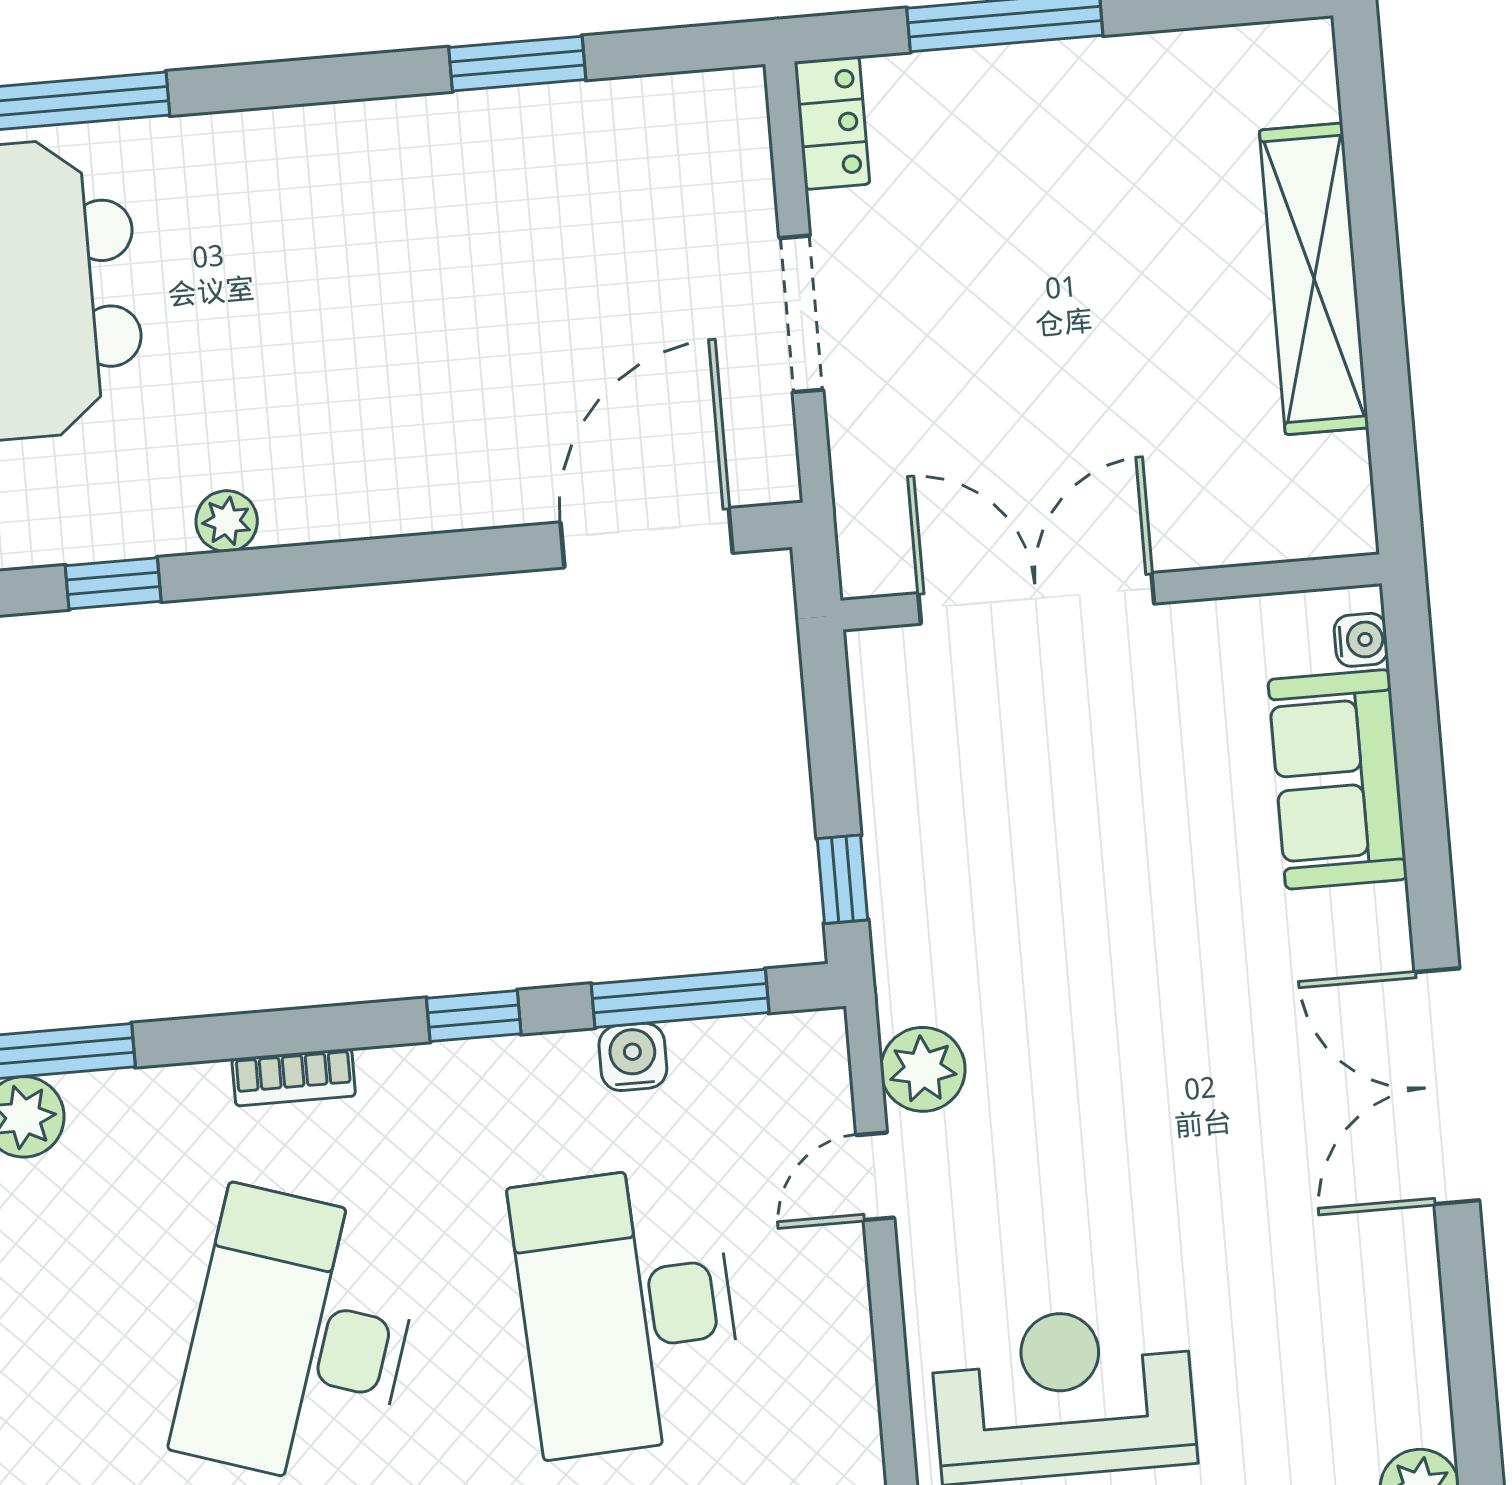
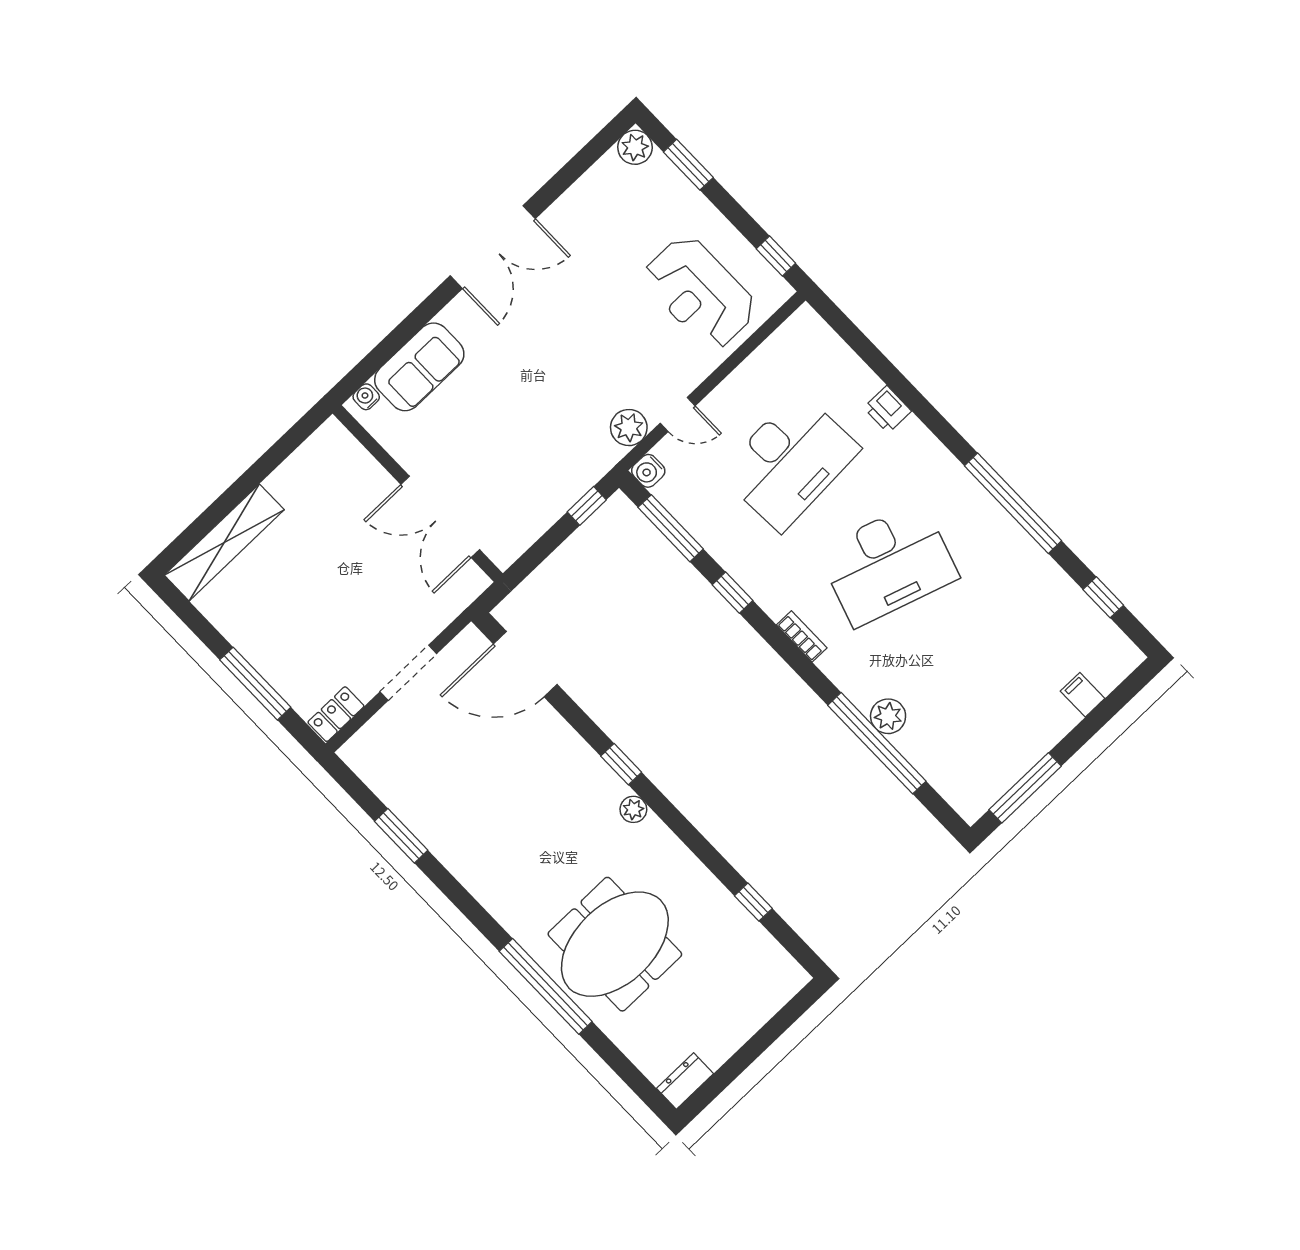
shelving: (1314, 279) -> (224, 542), moved
window: (113, 583) -> (621, 764), moved
water cooler: (633, 1057) -> (648, 471), moved

